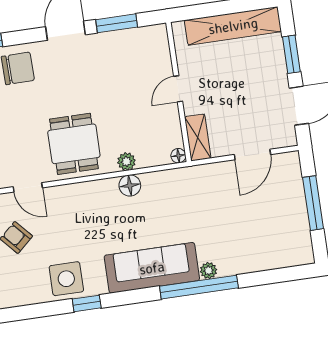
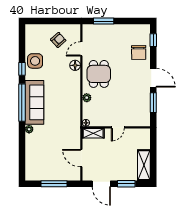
shelving: (233, 26) -> (144, 165), width x0.68
door: (178, 89) -> (118, 127), swing flipped
dining table: (74, 144) -> (99, 74), turned 90
floor lamp: (130, 185) -> (75, 65), moved
window: (199, 287) -> (22, 103), moved

